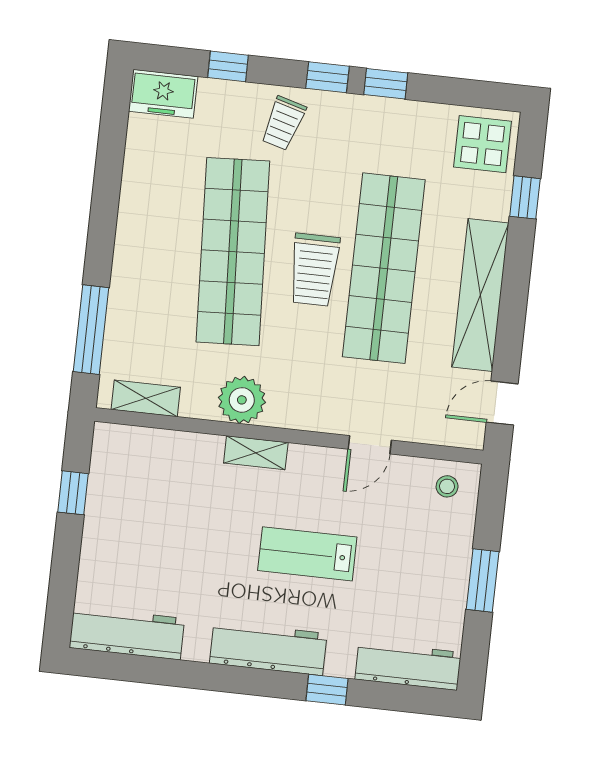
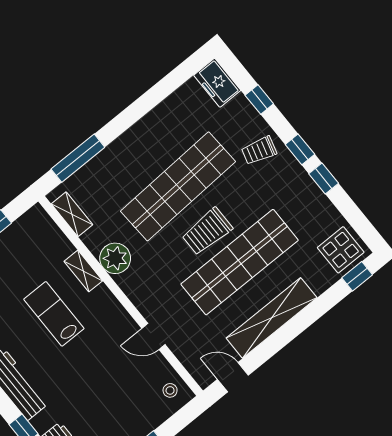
window: (525, 197) -> (357, 276), moved
shelving: (256, 453) -> (83, 271), moved
lab bench: (307, 554) -> (54, 314), moved

